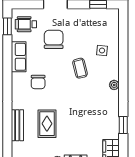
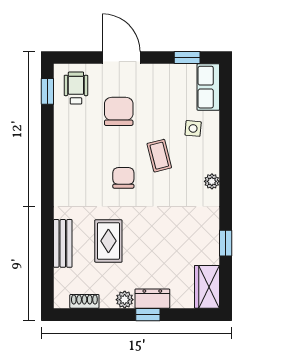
wheelchair: (26, 24) -> (76, 88), turned 90
row of seats: (19, 57) -> (208, 87), moved, turned 180
chair: (38, 82) -> (123, 178), moved, turned 180

